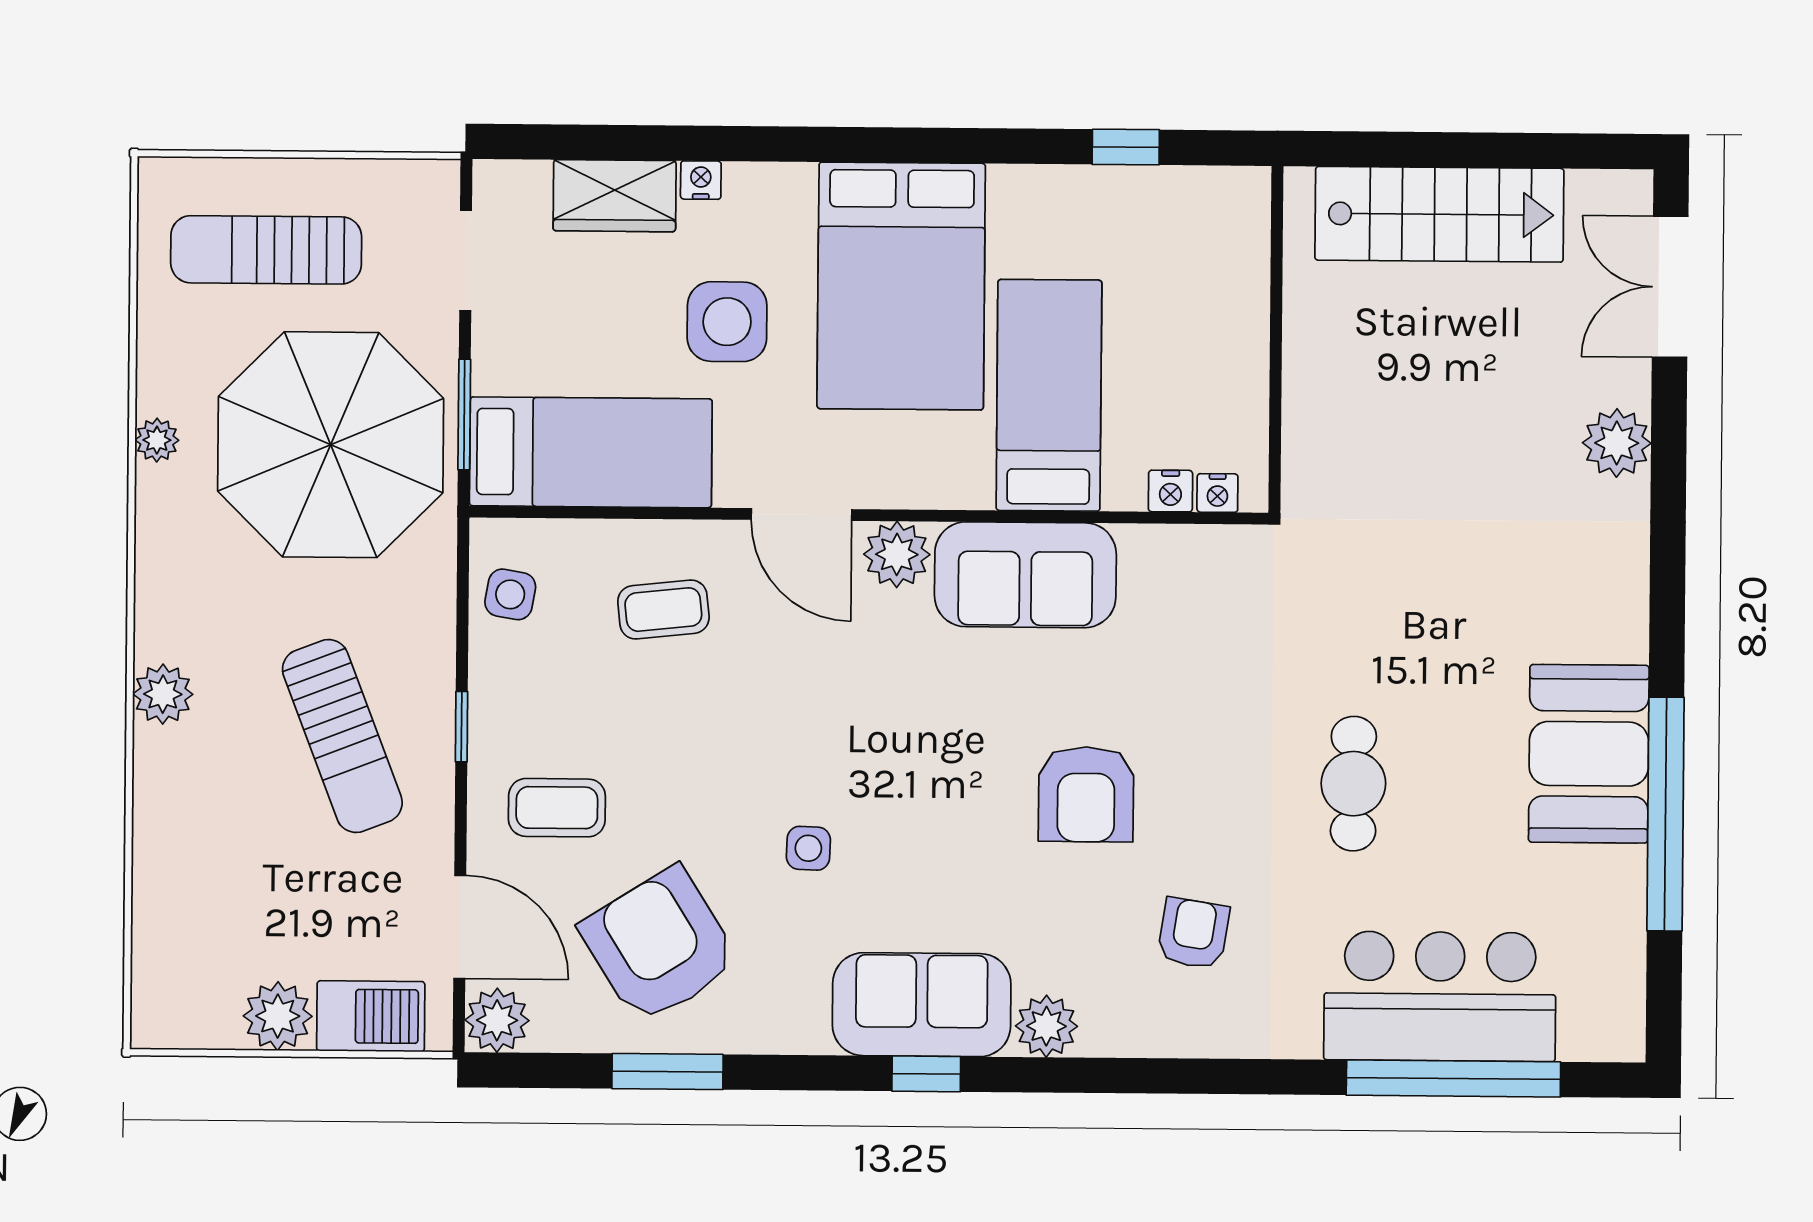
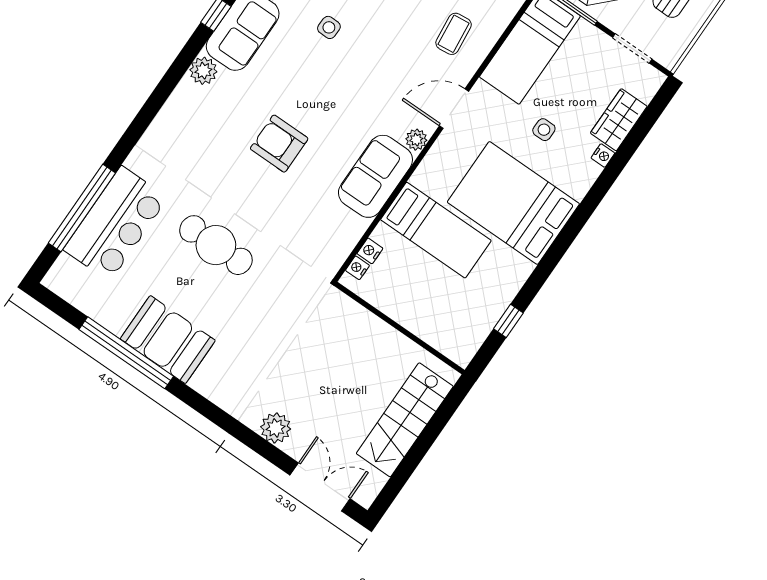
side table: (727, 322) -> (544, 130), width x0.54, depth x0.54
plant: (897, 554) -> (416, 140), width x0.73, depth x0.73
cafe table: (1353, 784) -> (216, 245), width x1.37, depth x1.35
armchair: (1193, 933) -> (201, 148), removed

